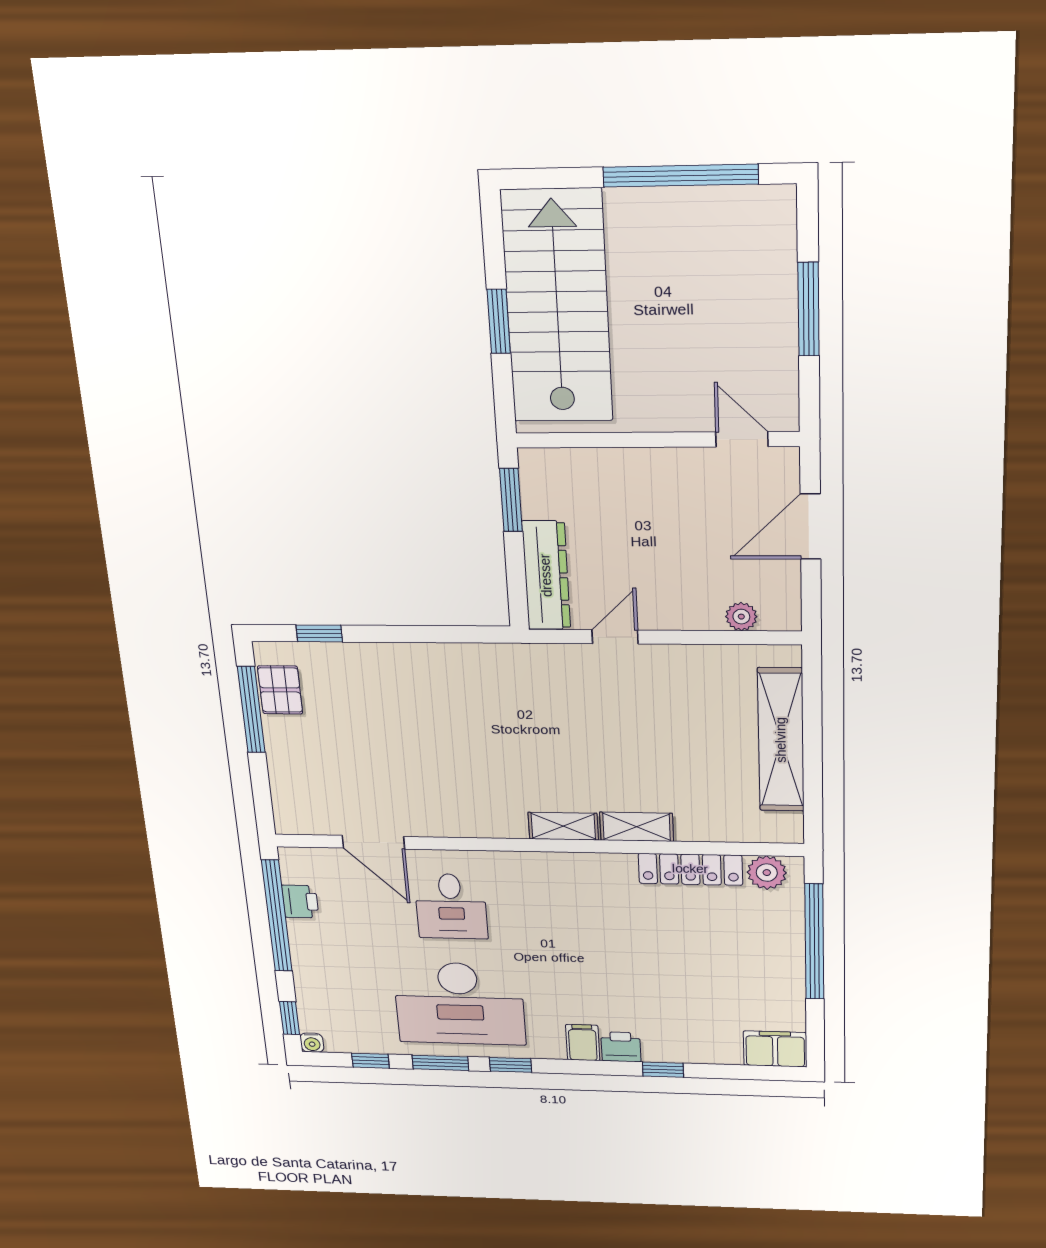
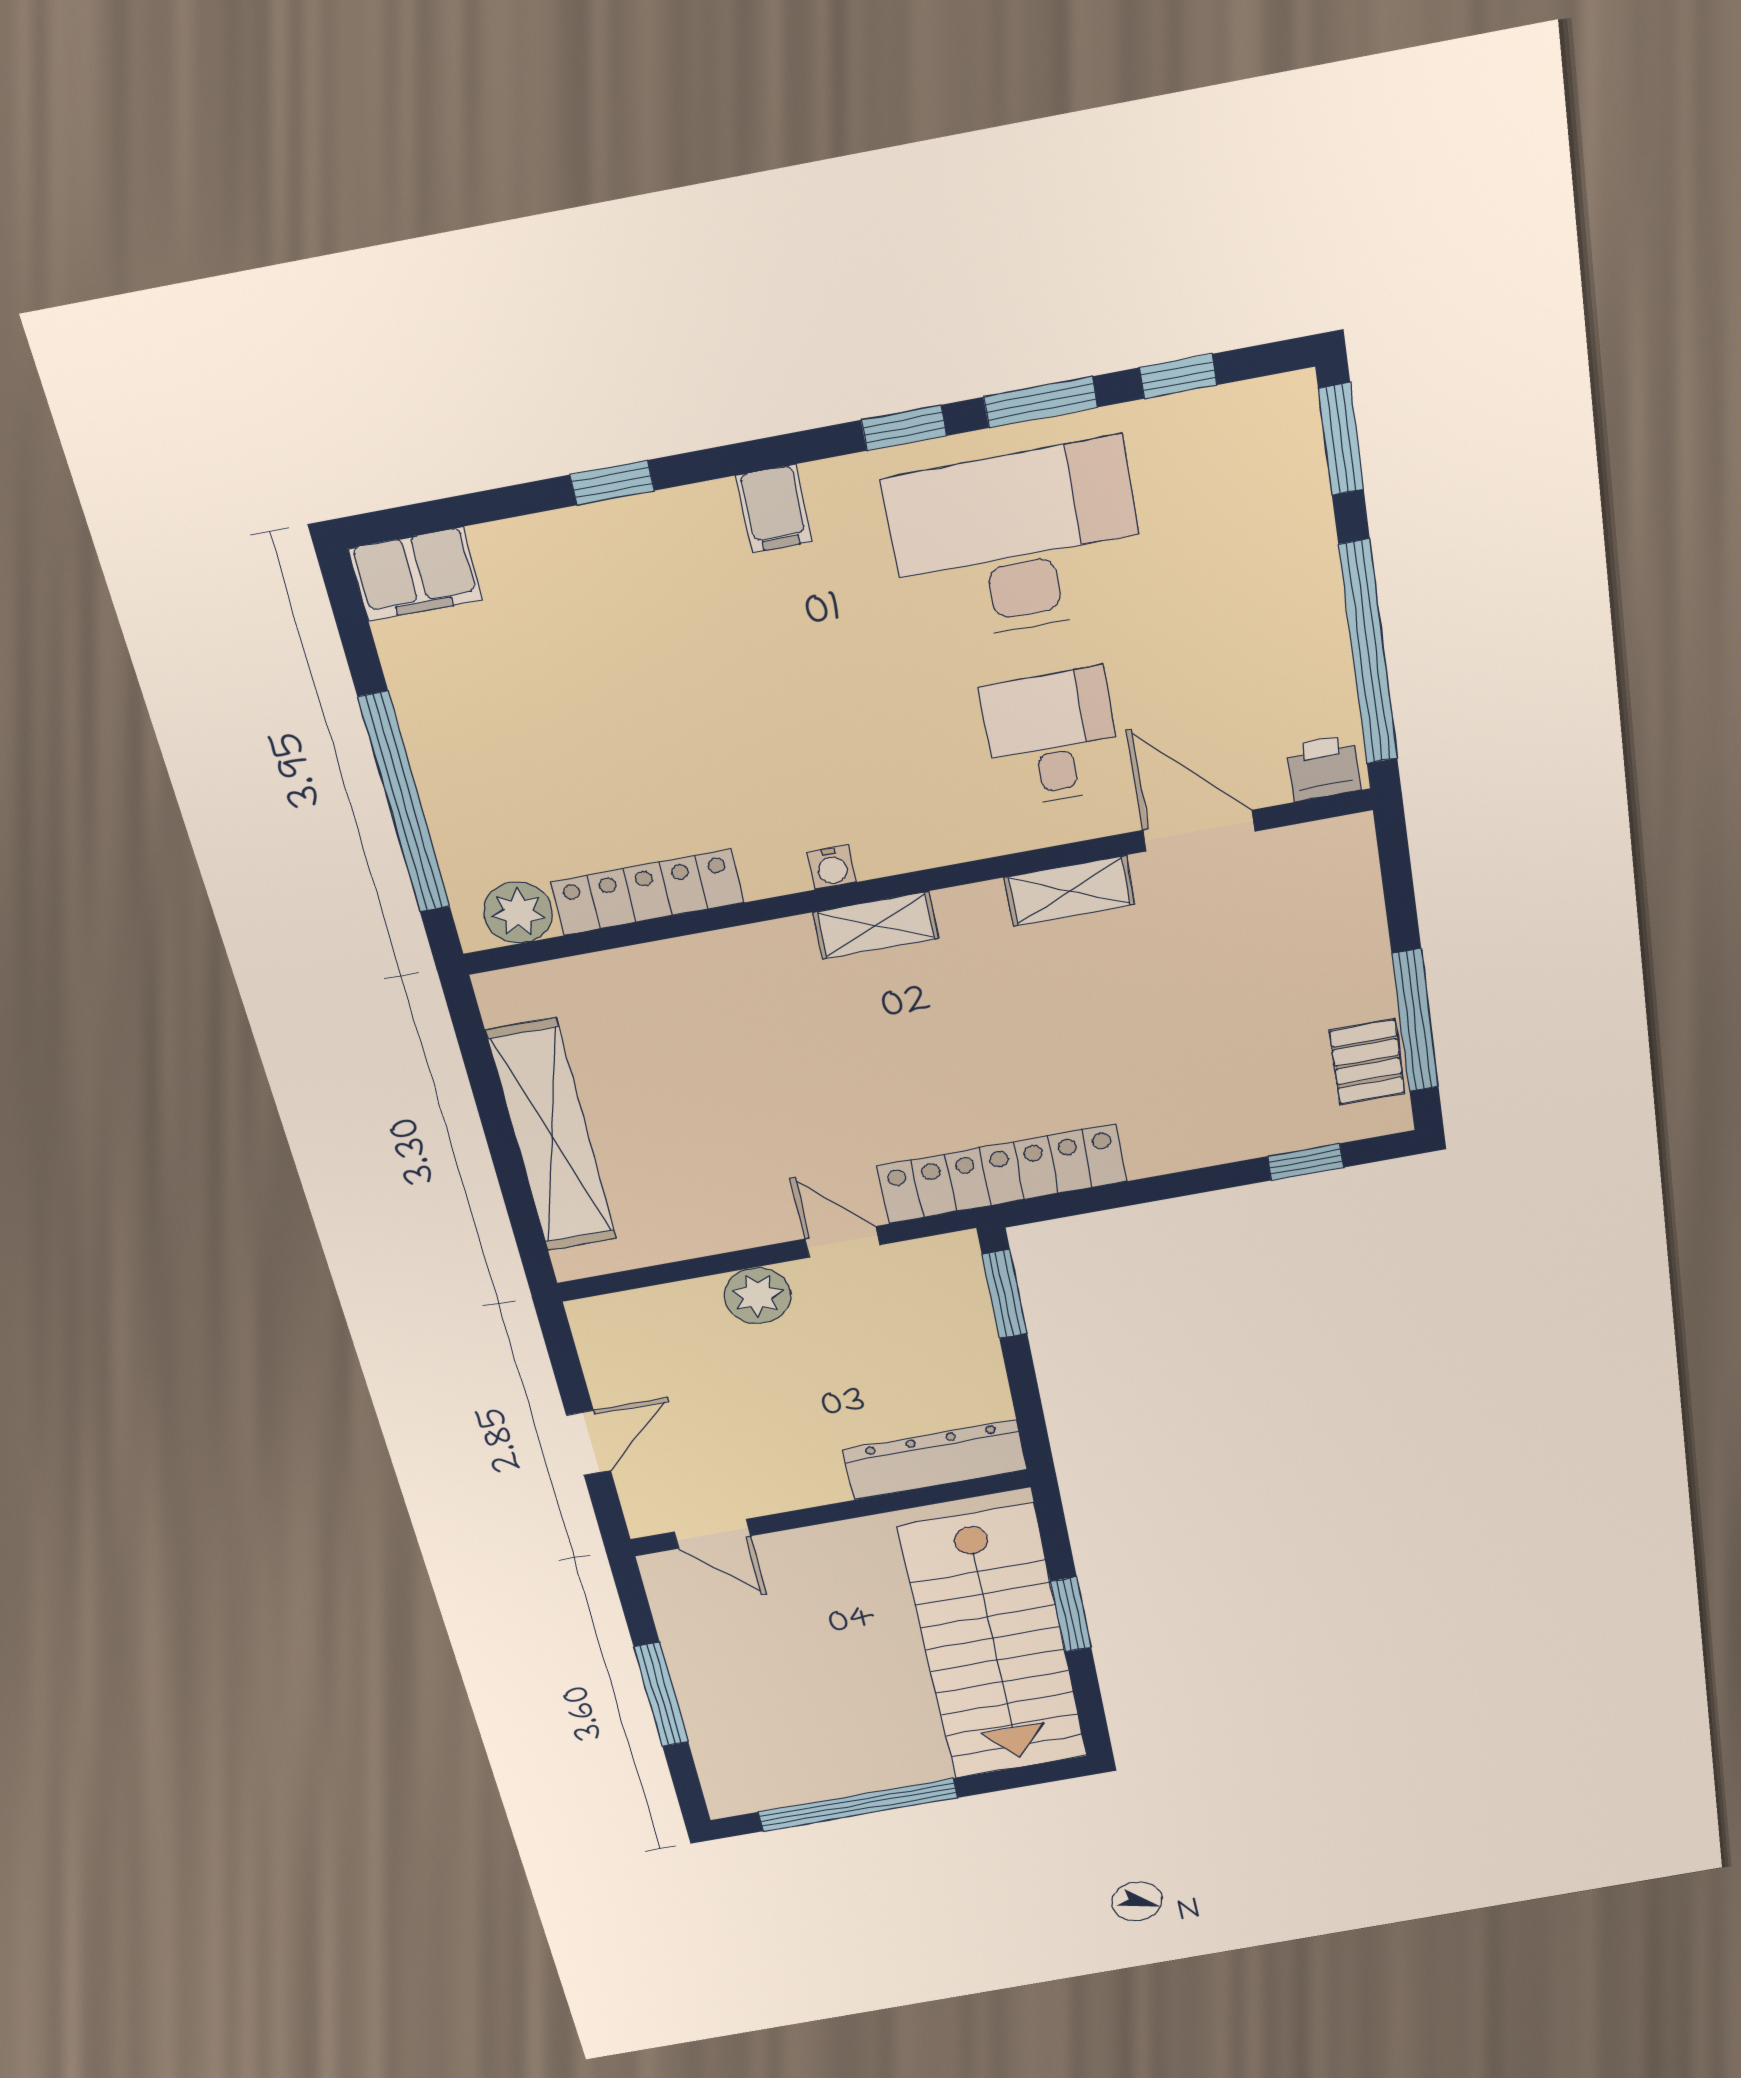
window: (511, 500) -> (1005, 1294), moved
door: (810, 527) -> (589, 1443), width x0.73
dresser: (546, 575) -> (935, 1460), moved, turned 90
plant: (741, 617) -> (758, 1296), moved, width x1.38, depth x1.38
door: (615, 637) -> (842, 1242), swing flipped
locker: (508, 662) -> (1002, 1174), added
shelving: (637, 827) -> (1070, 891), moved
printer: (300, 902) -> (1324, 768), moved, turned 90
window: (290, 1018) -> (1341, 439), width x1.50
water cooler: (312, 1043) -> (832, 867), moved, turned 180
printer: (621, 1047) -> (701, 515), removed

